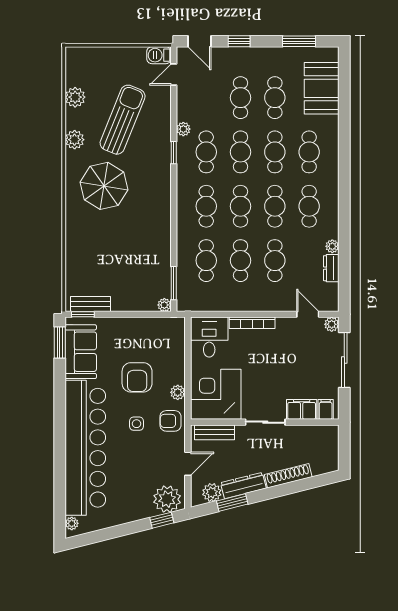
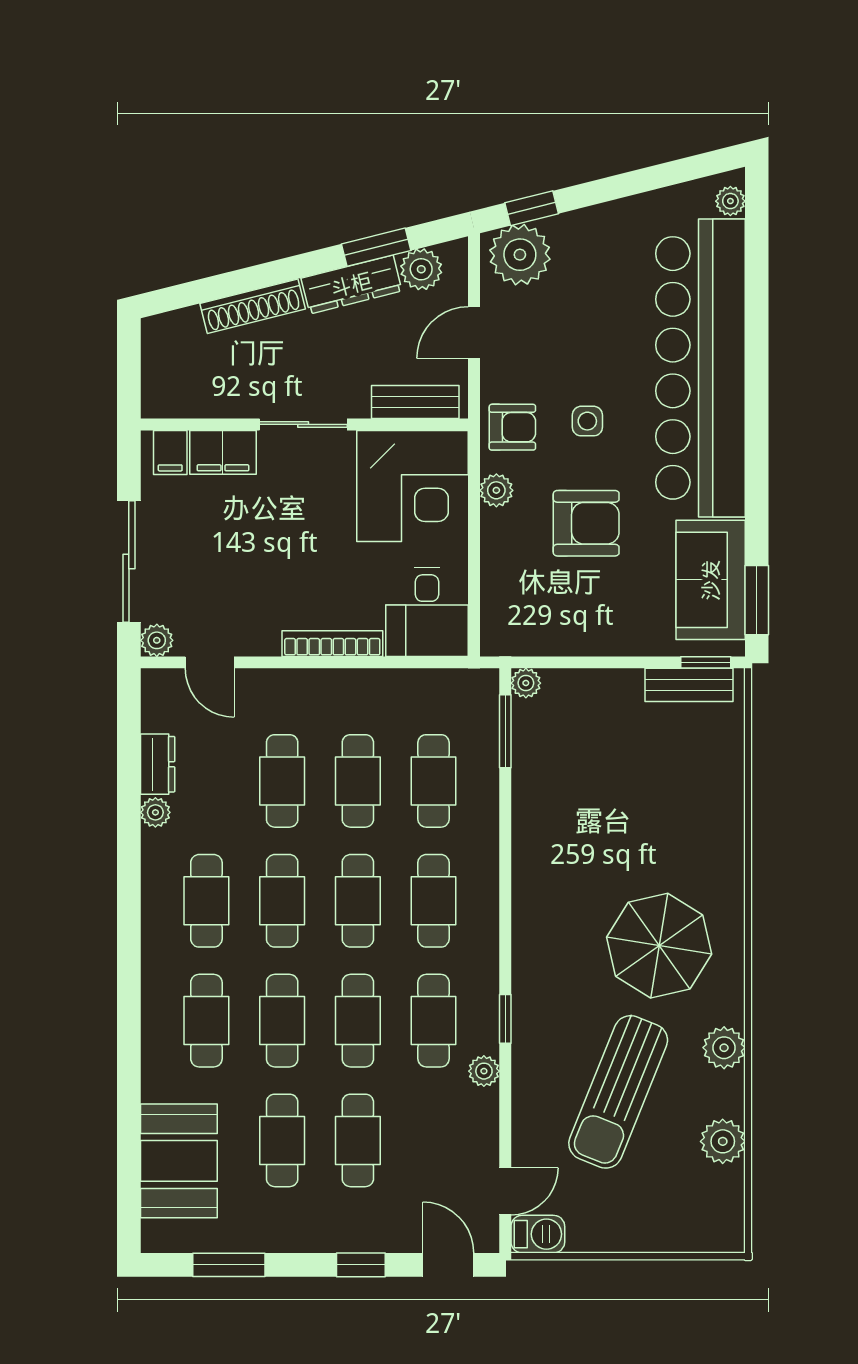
armchair: (137, 377) -> (586, 523), turned 90

